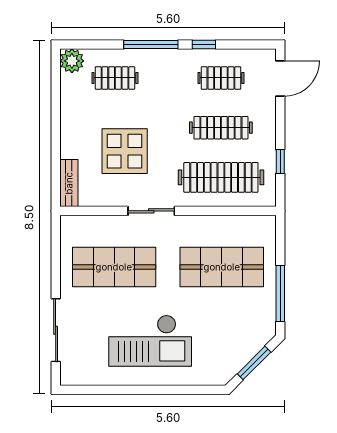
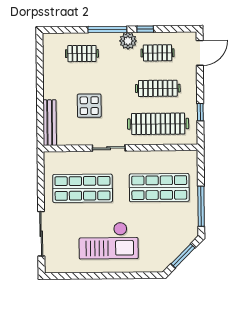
plant: (72, 61) -> (128, 41), moved
display table: (125, 151) -> (89, 106), width x0.73, depth x0.73
bench: (69, 183) -> (50, 123), width x1.36

